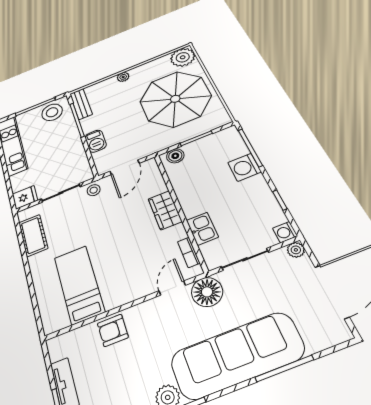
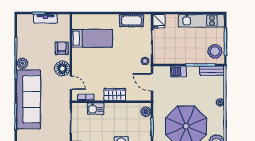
floor lamp: (207, 292) -> (62, 68), moved

